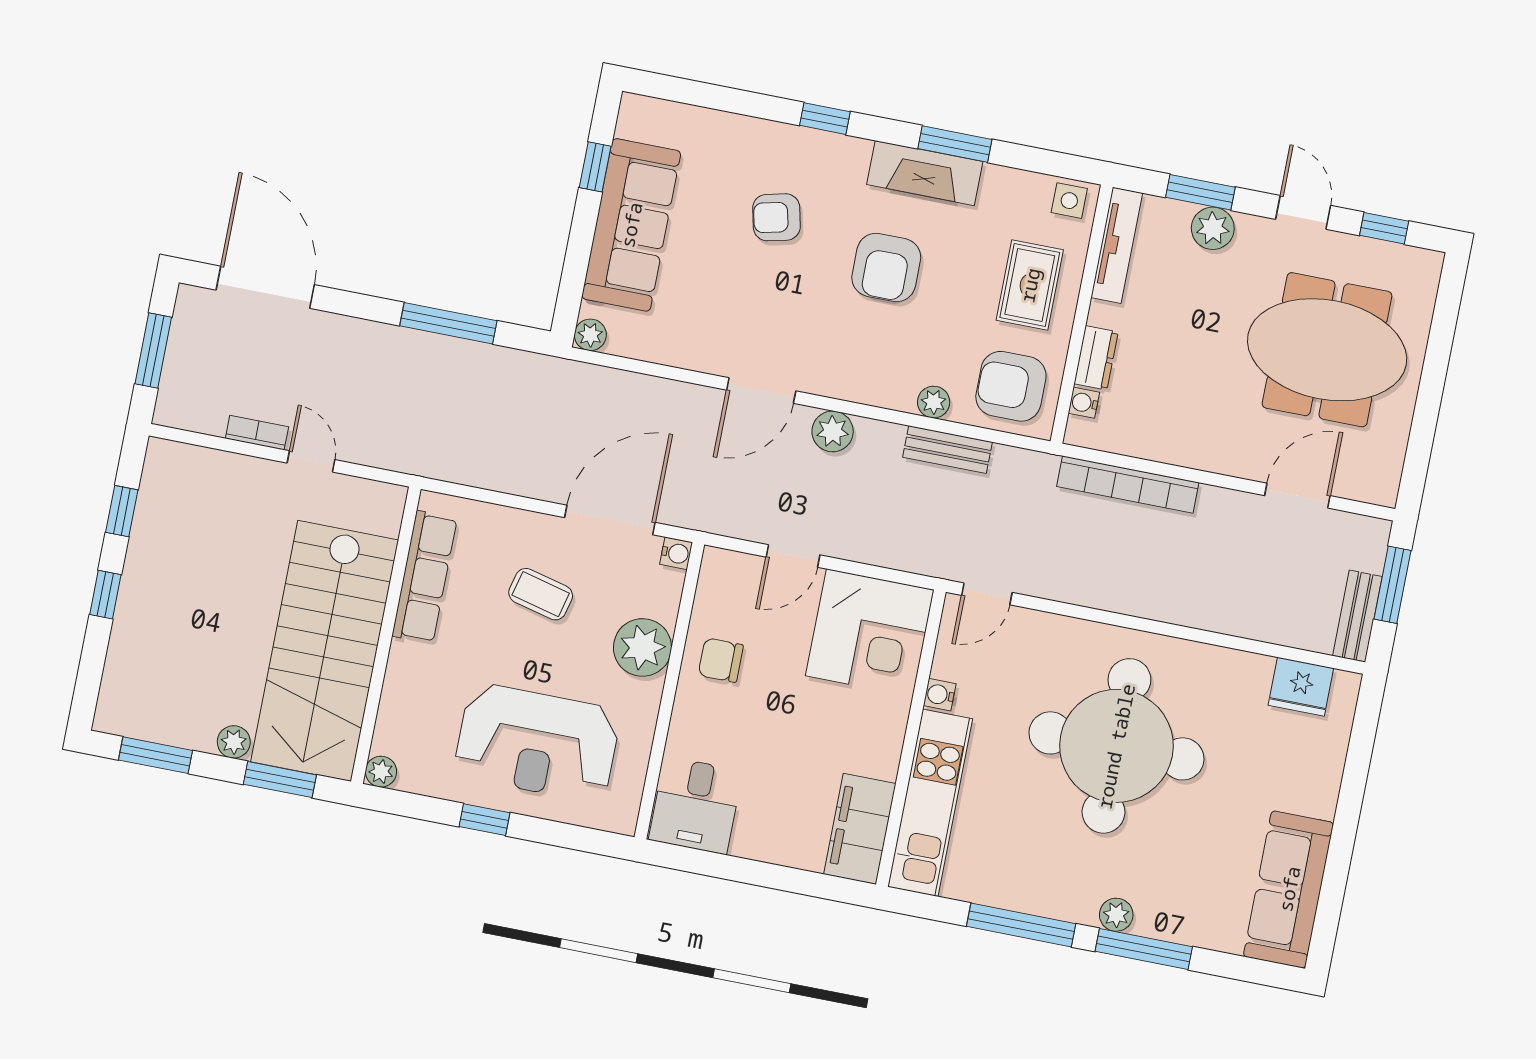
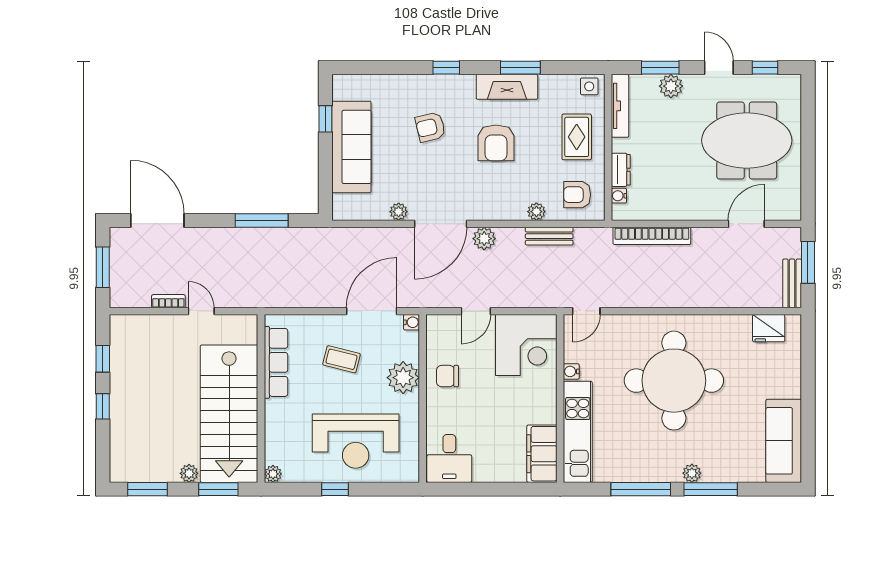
plant: (590, 335) -> (399, 212), moved
armchair: (1011, 386) -> (577, 195), width x0.72, depth x0.72
door: (761, 391) -> (441, 224), width x1.36

